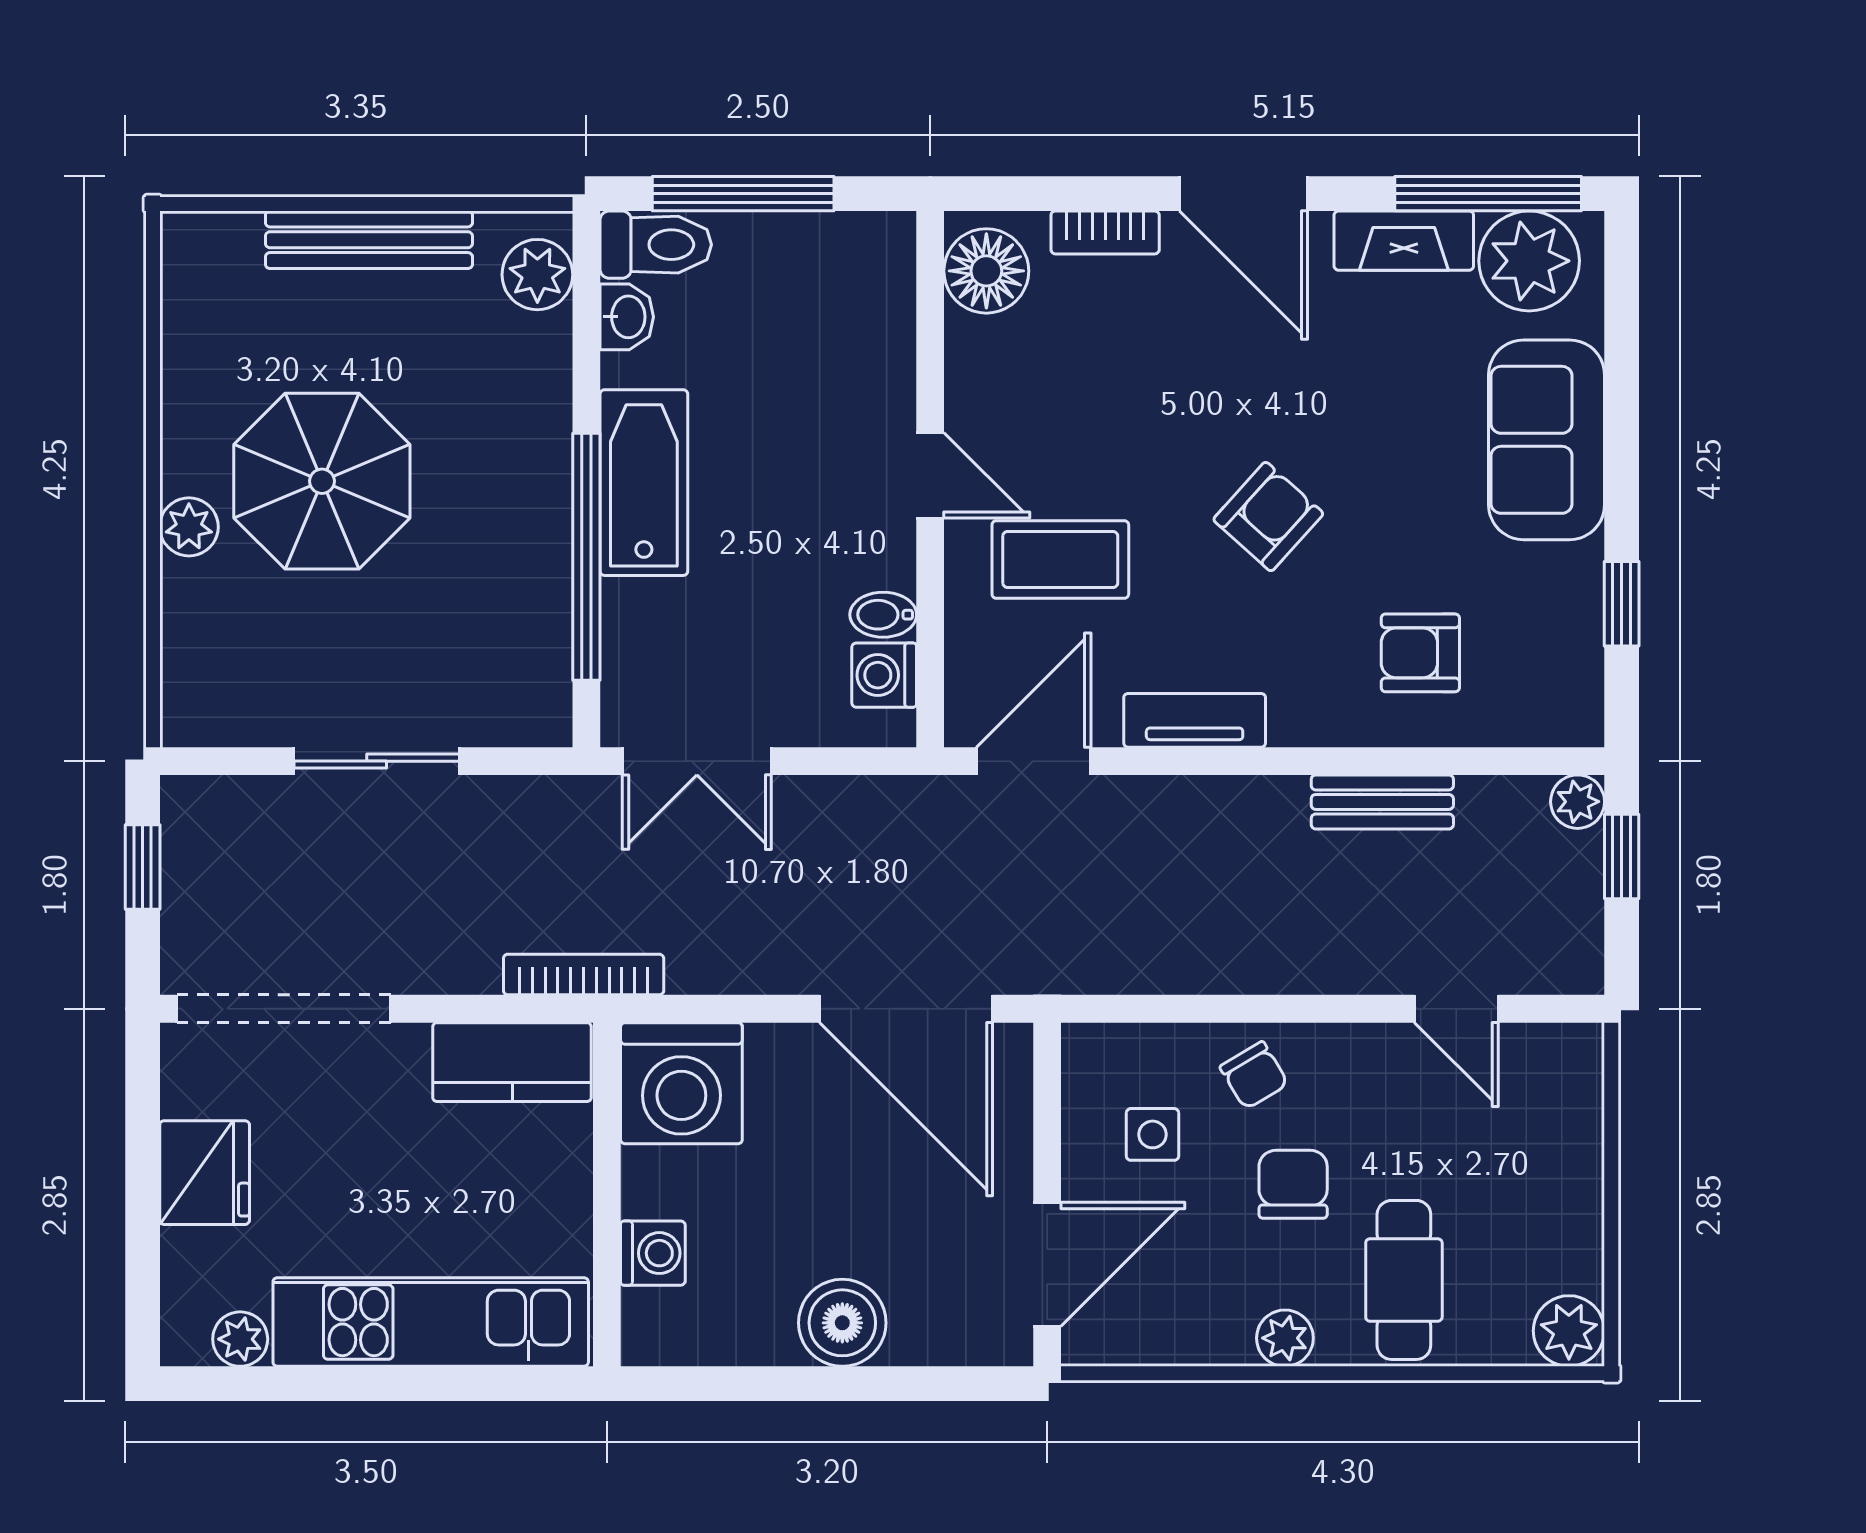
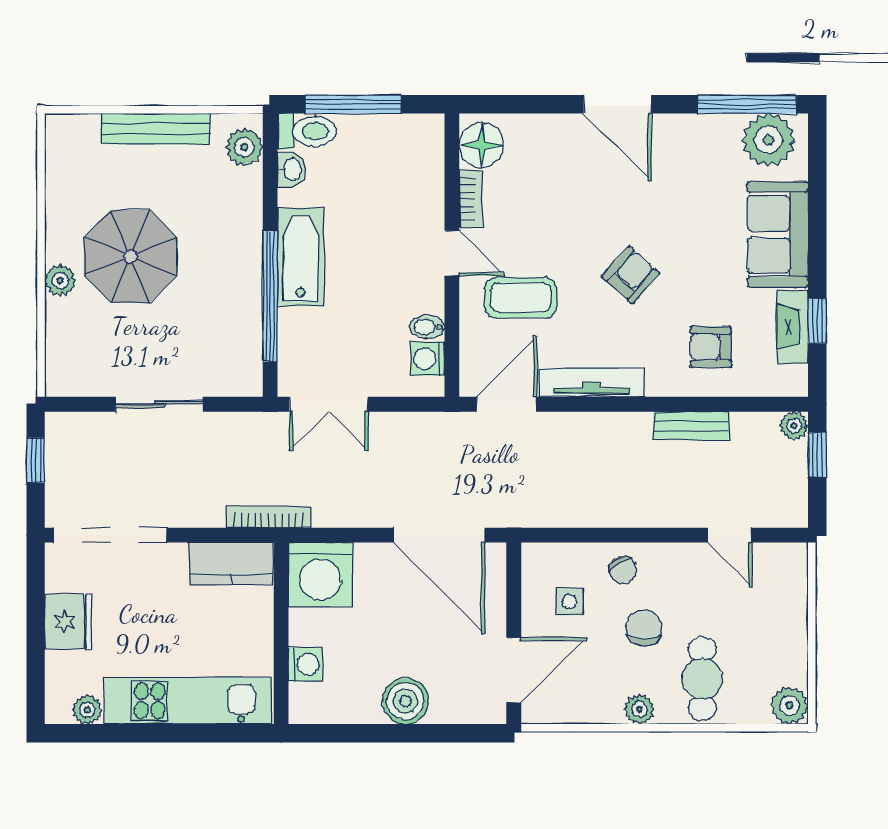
bookcase: (1105, 232) -> (471, 199), moved, turned -90
fireplace: (1404, 241) -> (792, 327), moved, turned 90
tv unit: (1195, 720) -> (592, 383), width x1.41

